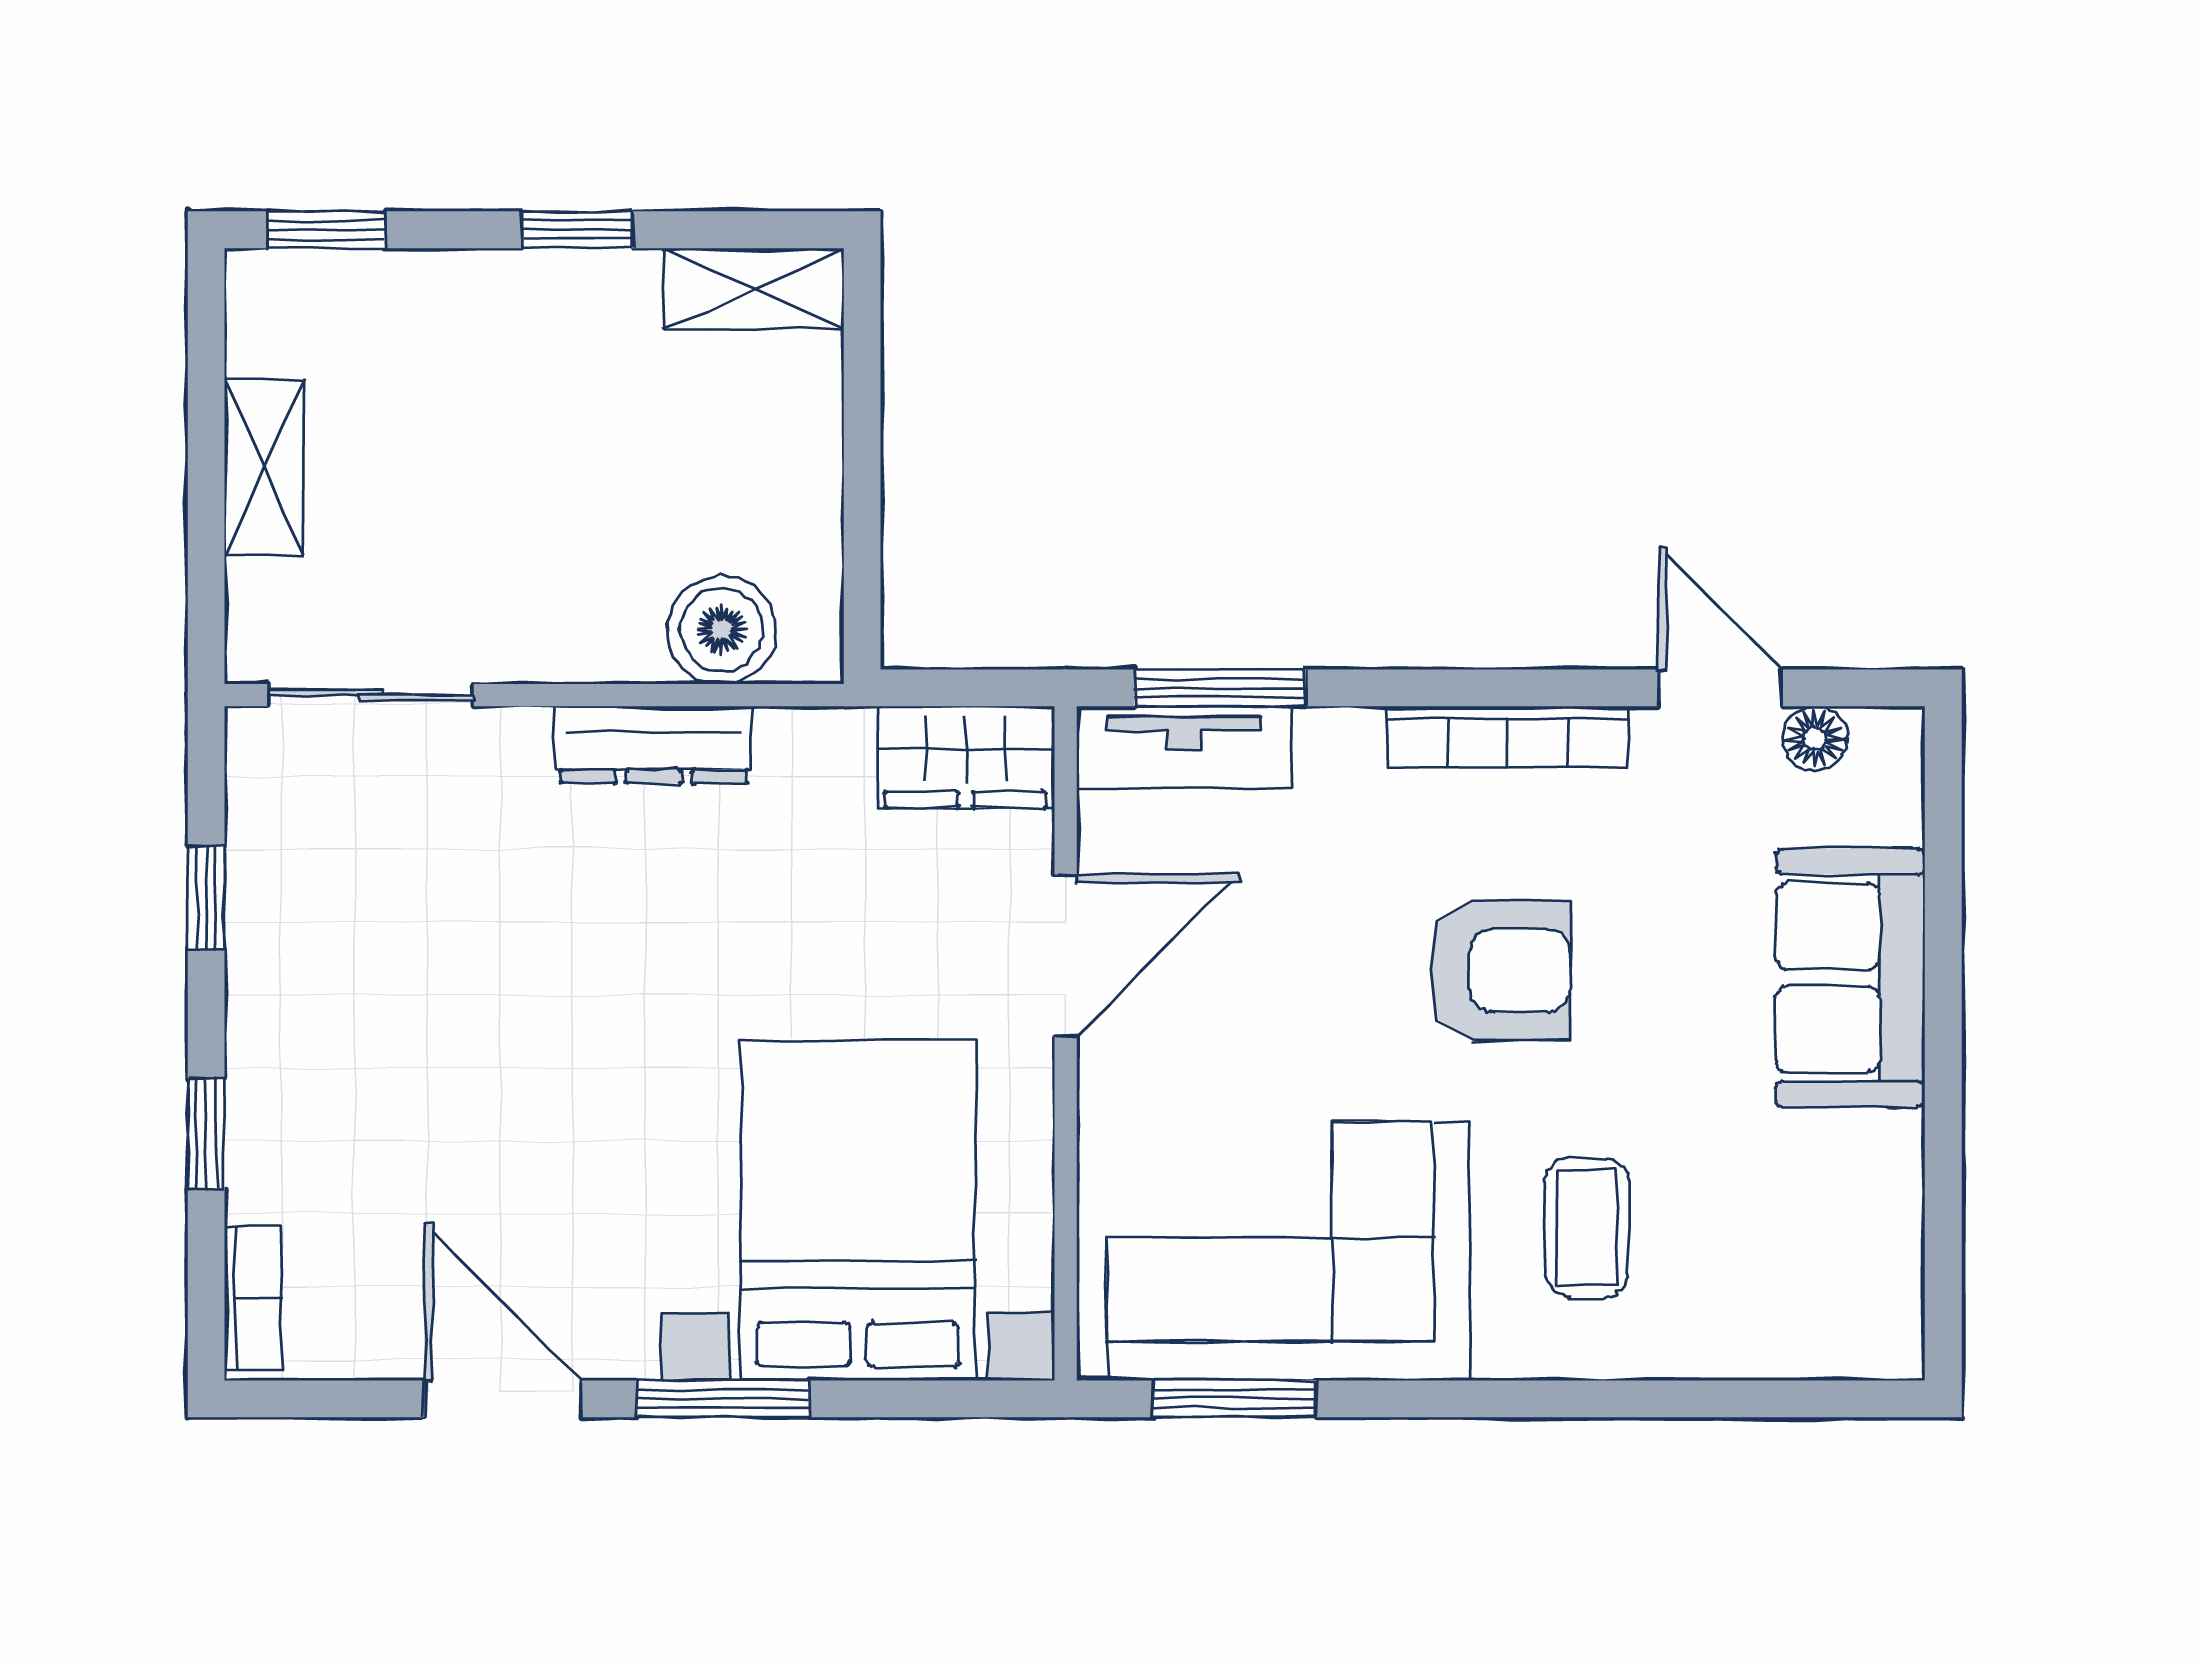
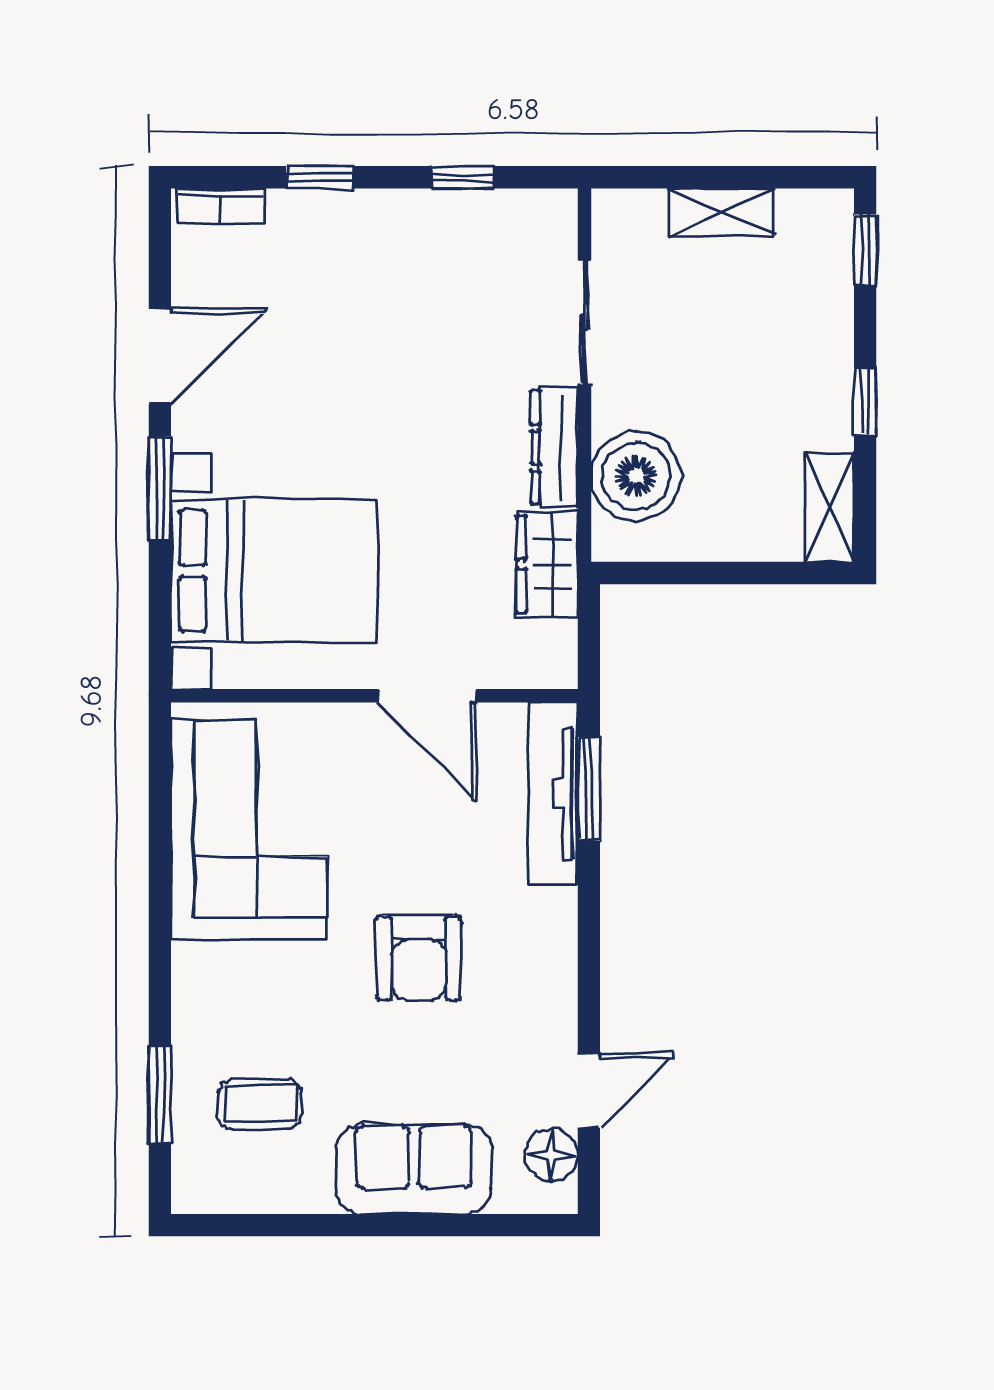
boiler: (722, 630) -> (636, 476), width x1.37, depth x1.37
sliding door: (371, 695) -> (584, 322), moved
bookcase: (1507, 737) -> (559, 962), removed
floor lamp: (1815, 738) -> (551, 1155), width x1.37, depth x1.37
tv unit: (1184, 747) -> (553, 794), width x1.41
wardrobe: (966, 757) -> (547, 564), moved
coffee table: (1587, 1227) -> (260, 1104), moved
window: (1234, 1399) -> (160, 1094), moved

